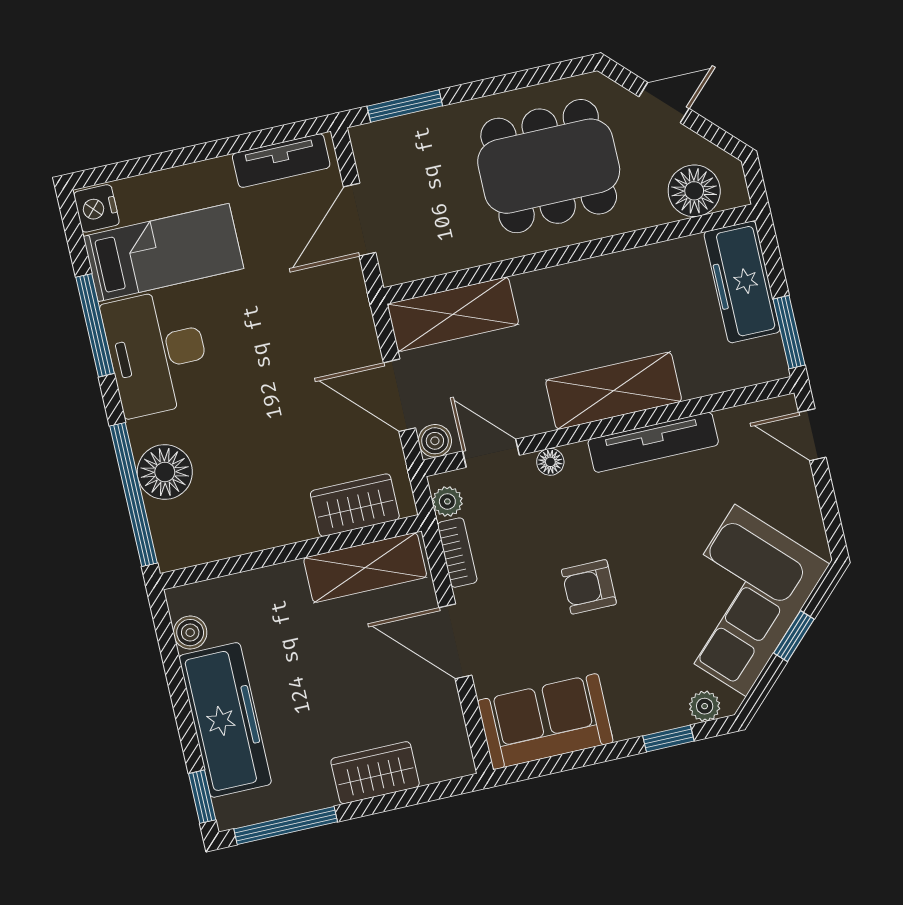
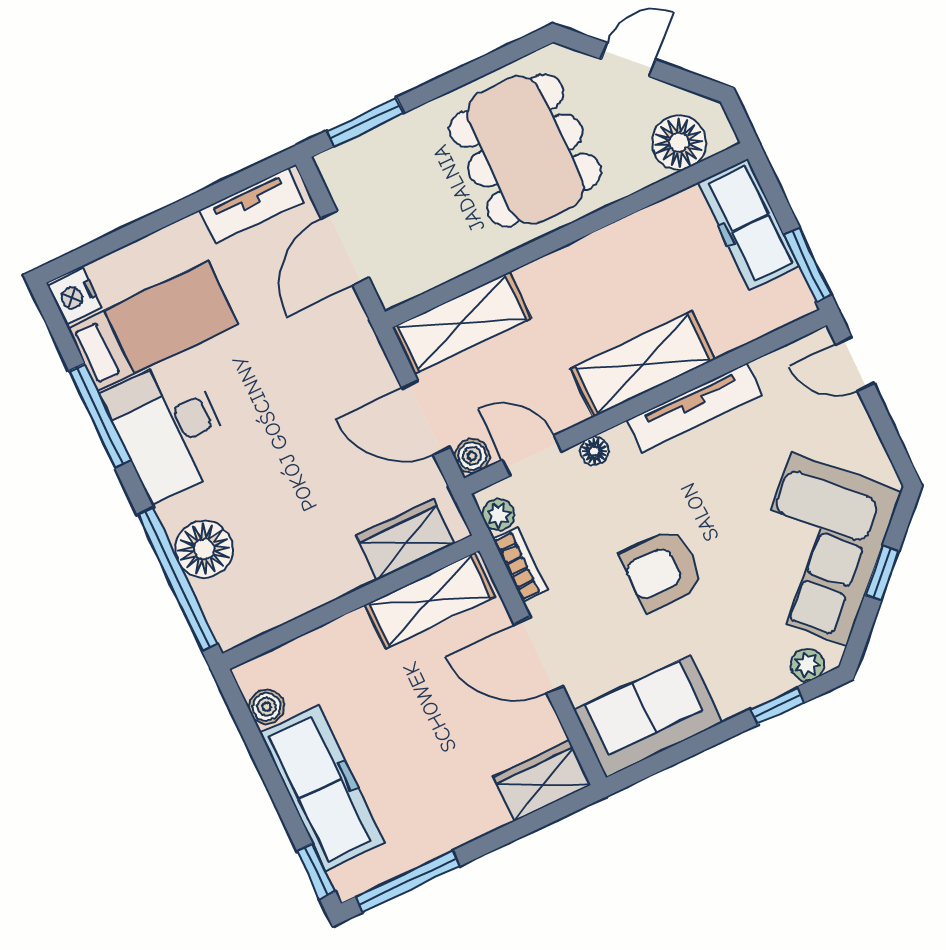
dining table: (549, 166) -> (525, 150), turned 90
armchair: (589, 587) -> (662, 569), width x1.38, depth x1.38
wardrobe: (375, 773) -> (542, 781), moved

